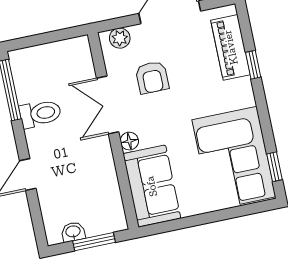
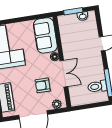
armchair: (152, 77) -> (43, 85), turned -90
toilet: (40, 114) -> (97, 86), moved

